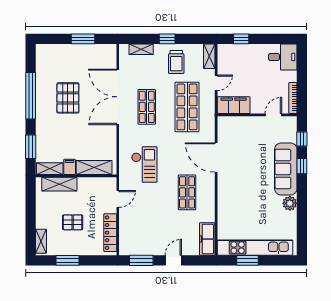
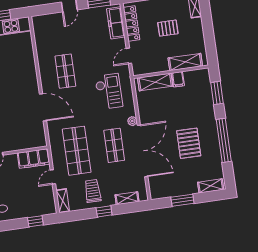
plant: (124, 130) -> (132, 121), added
checkout: (144, 165) -> (109, 91), turned 180
shelving: (50, 169) -> (211, 186), moved
freezer: (207, 239) -> (116, 23), moved, turned 180

